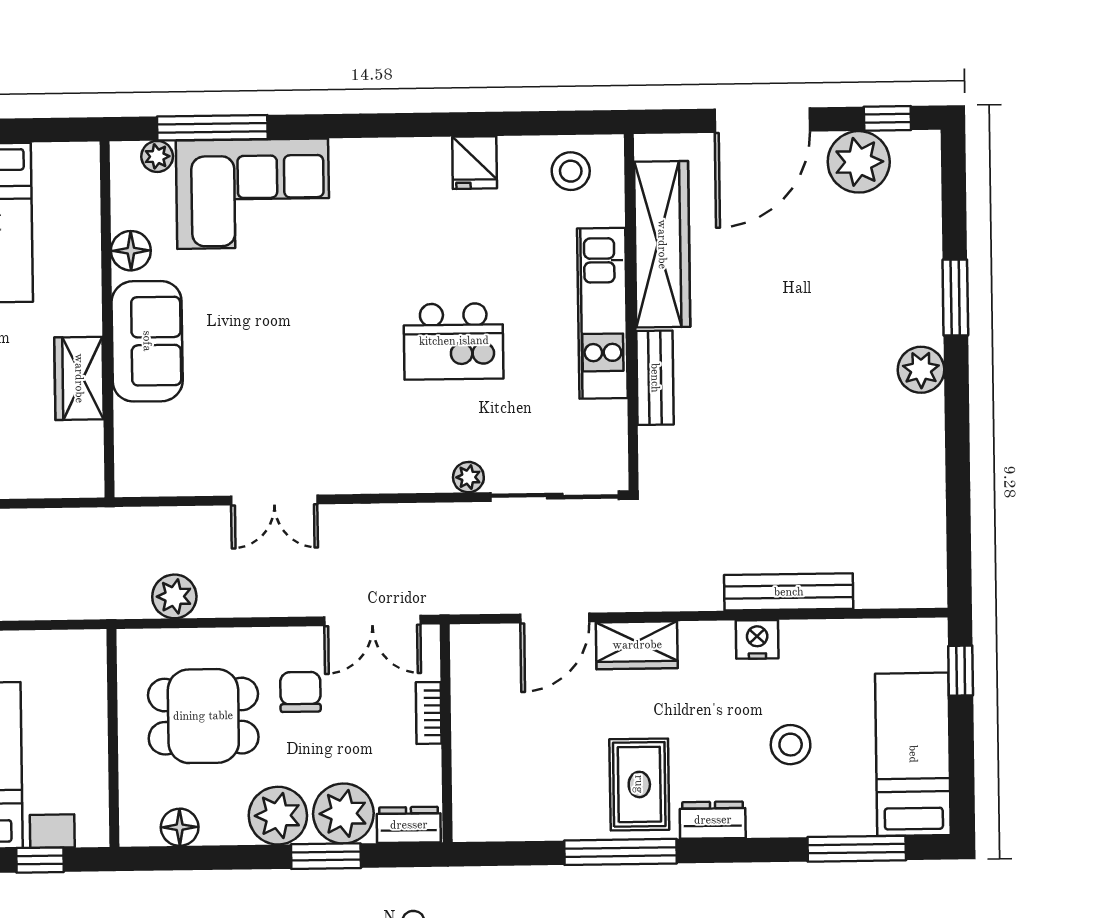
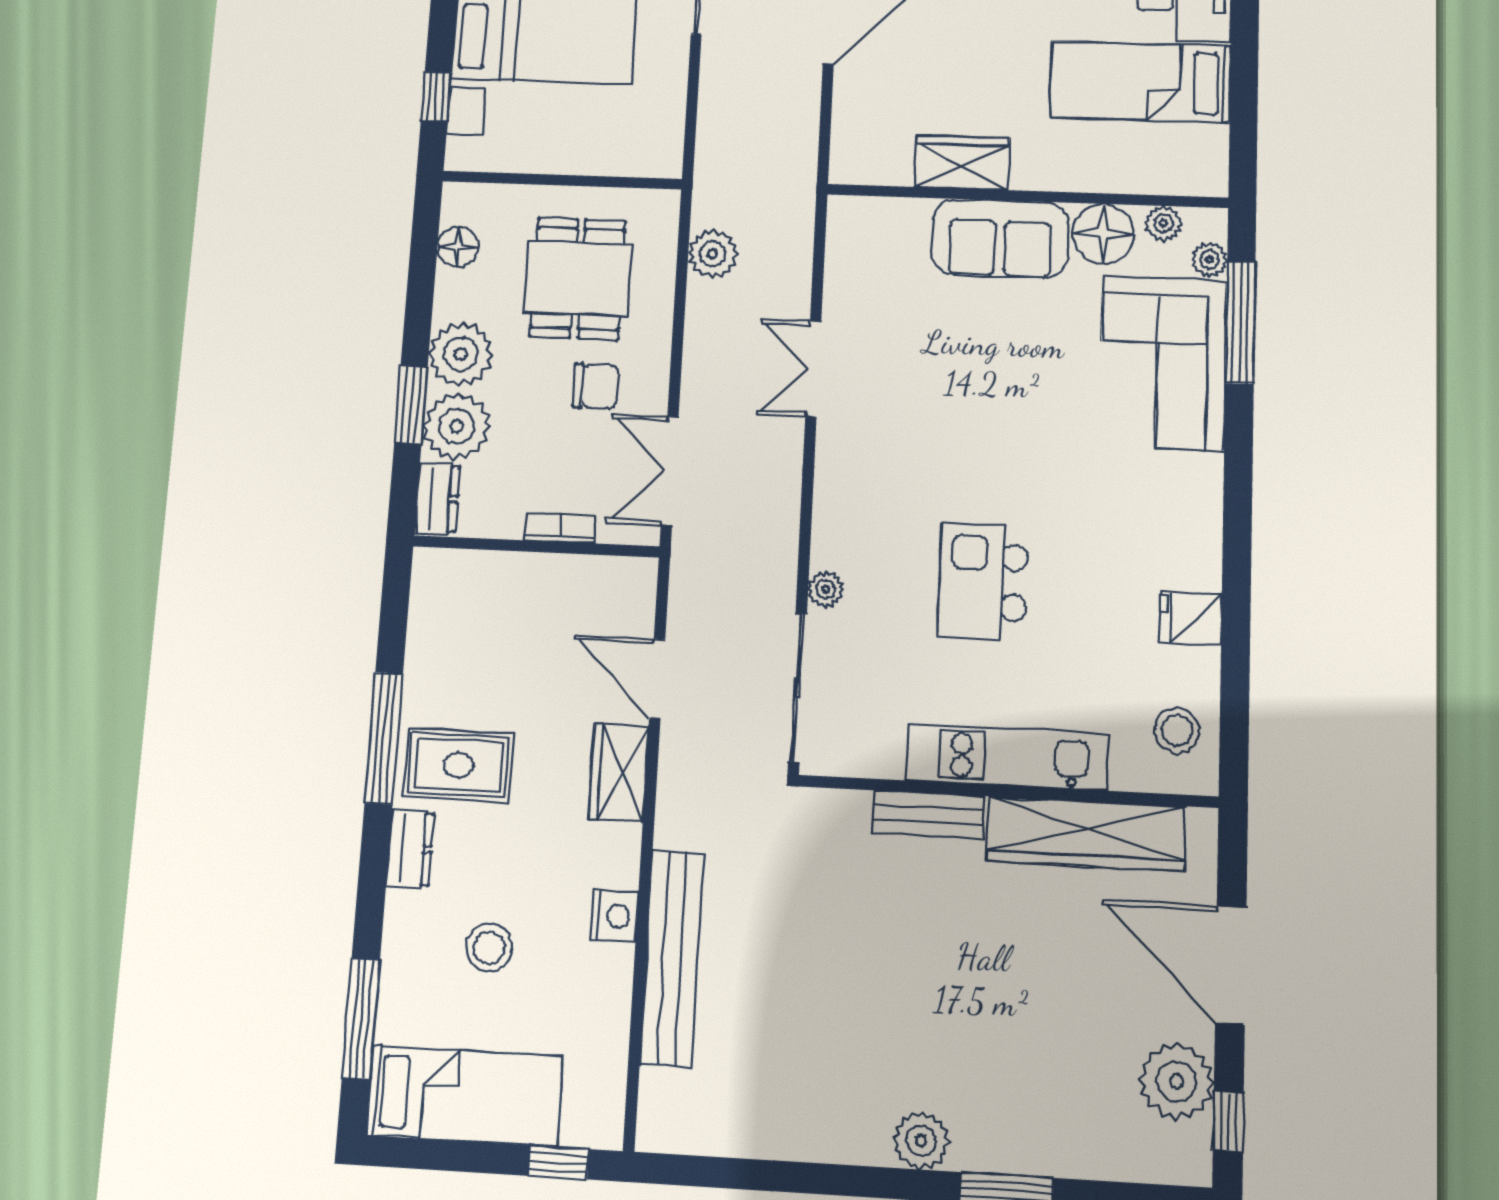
plant: (126, 198) -> (1163, 223), added
floor lamp: (131, 251) -> (1103, 234), width x1.38, depth x1.38
bench: (789, 592) -> (672, 958), width x1.37, depth x1.21

